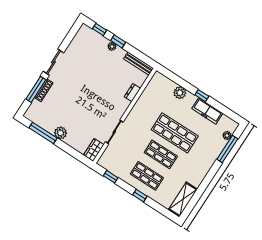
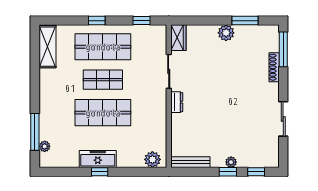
sliding door: (53, 62) -> (283, 119), moved
window: (36, 89) -> (283, 49), moved
dresser: (132, 93) -> (177, 102), moved
plant: (180, 93) -> (152, 159), moved
freezer: (207, 111) -> (98, 159), moved
window: (43, 133) -> (245, 21), width x0.69
shop shelf: (147, 176) -> (103, 47), width x1.43, depth x1.36

